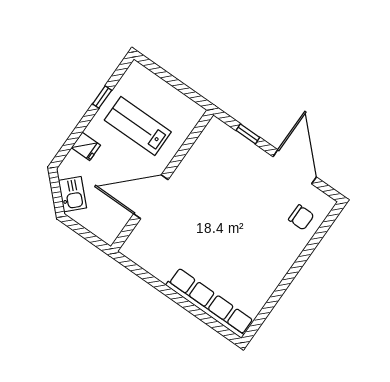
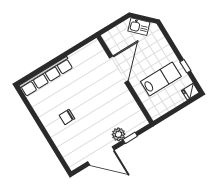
fridge: (86, 146) -> (190, 92), moved
plant: (250, 154) -> (119, 134), added
chair: (301, 217) -> (67, 117), moved

